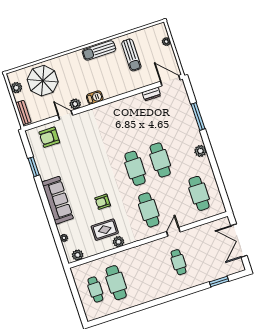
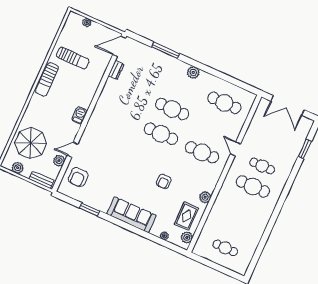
plant: (75, 104) -> (59, 161), moved
rug: (105, 230) -> (186, 216), moved
cafe table: (116, 283) -> (253, 186), moved

